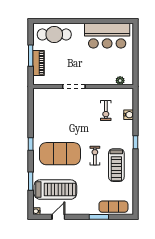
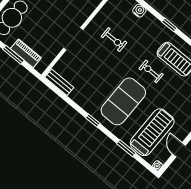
bench: (38, 101) -> (59, 82), added
exercise bike: (106, 110) -> (114, 40), moved

